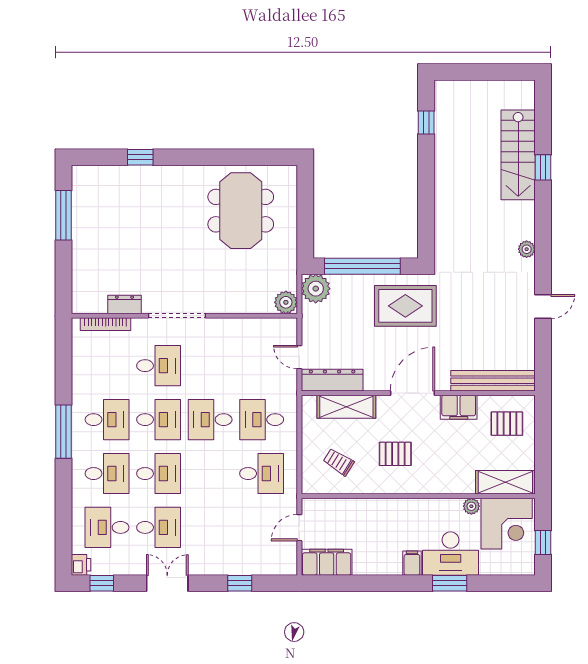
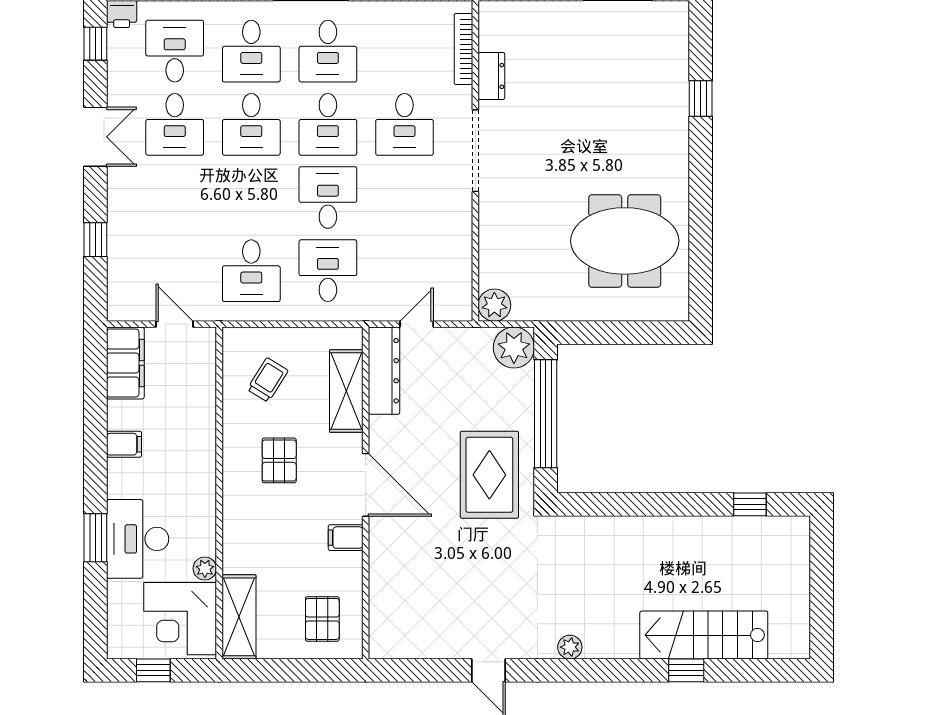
bench: (493, 381) -> (383, 599), removed
filing cabinet: (459, 407) -> (346, 538), width x0.50
filing cabinet: (412, 563) -> (124, 444), moved

